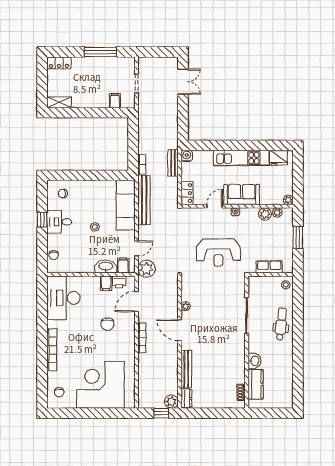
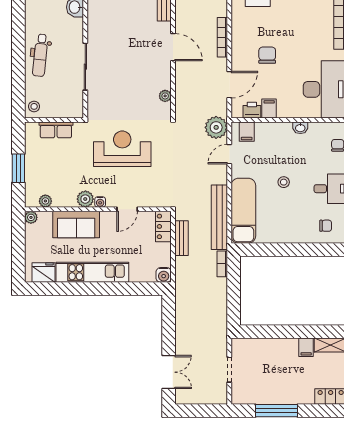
double door: (183, 82) -> (169, 372), swing flipped
filing cabinet: (115, 101) -> (306, 347), moved
bench: (173, 163) -> (182, 238), moved
sofa: (242, 195) -> (76, 224), moved
plant: (265, 214) -> (85, 199), moved
washbasin: (106, 266) -> (300, 128), moved, width x0.52, depth x0.69
plant: (186, 306) -> (165, 96), moved

